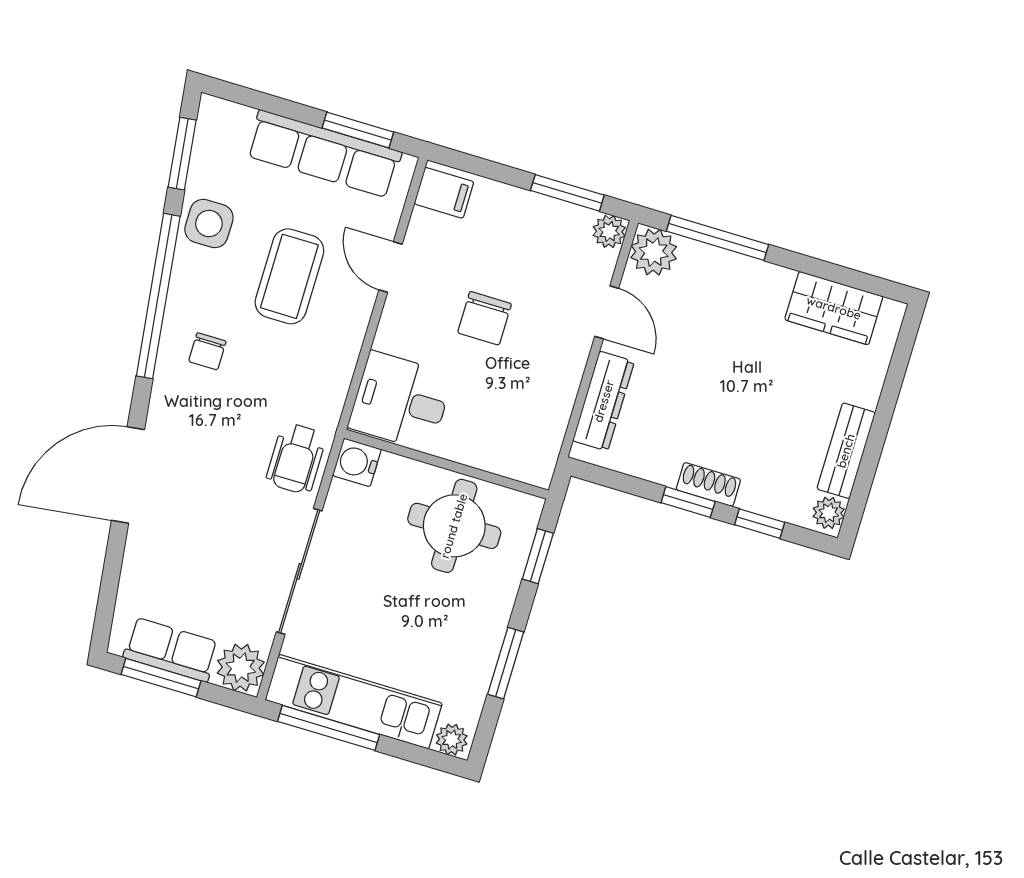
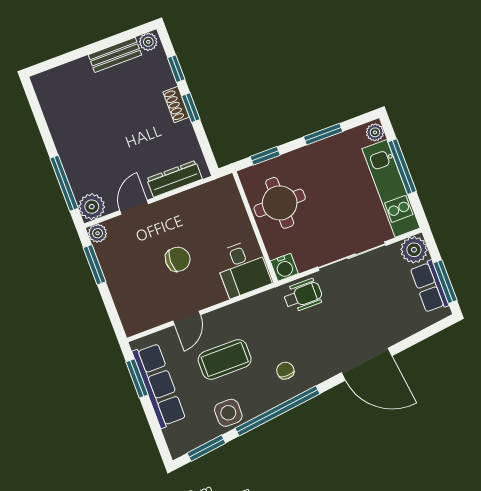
filing cabinet: (444, 193) -> (136, 319), removed
wardrobe: (834, 308) -> (56, 108), removed
chair: (207, 351) -> (285, 371), turned -90
window: (329, 728) -> (402, 167), moved

